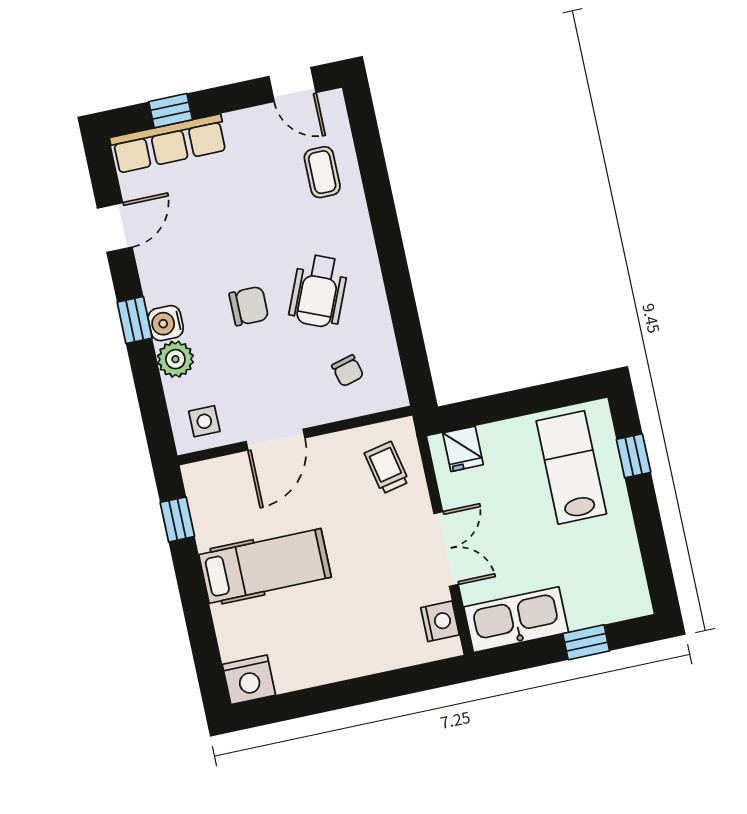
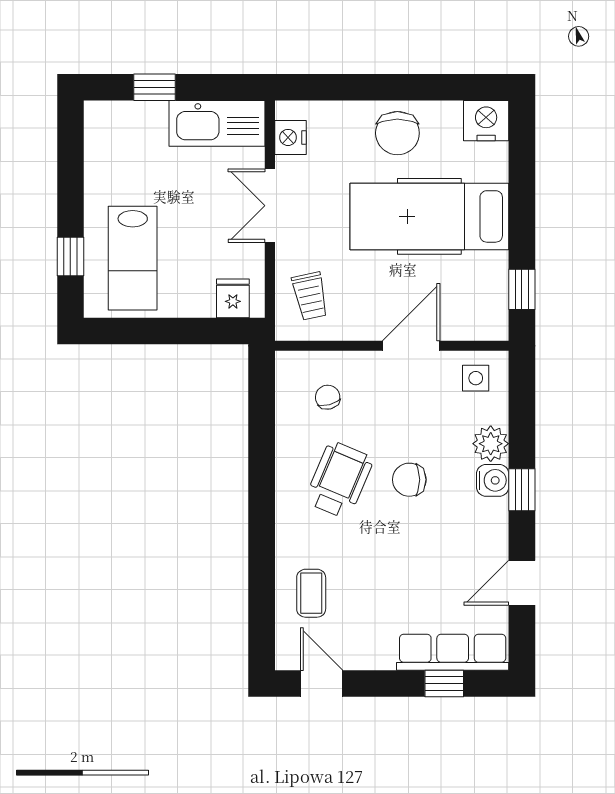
hospital bed: (265, 566) -> (429, 216), width x1.37, depth x1.29
chair: (334, 648) -> (397, 133), added

